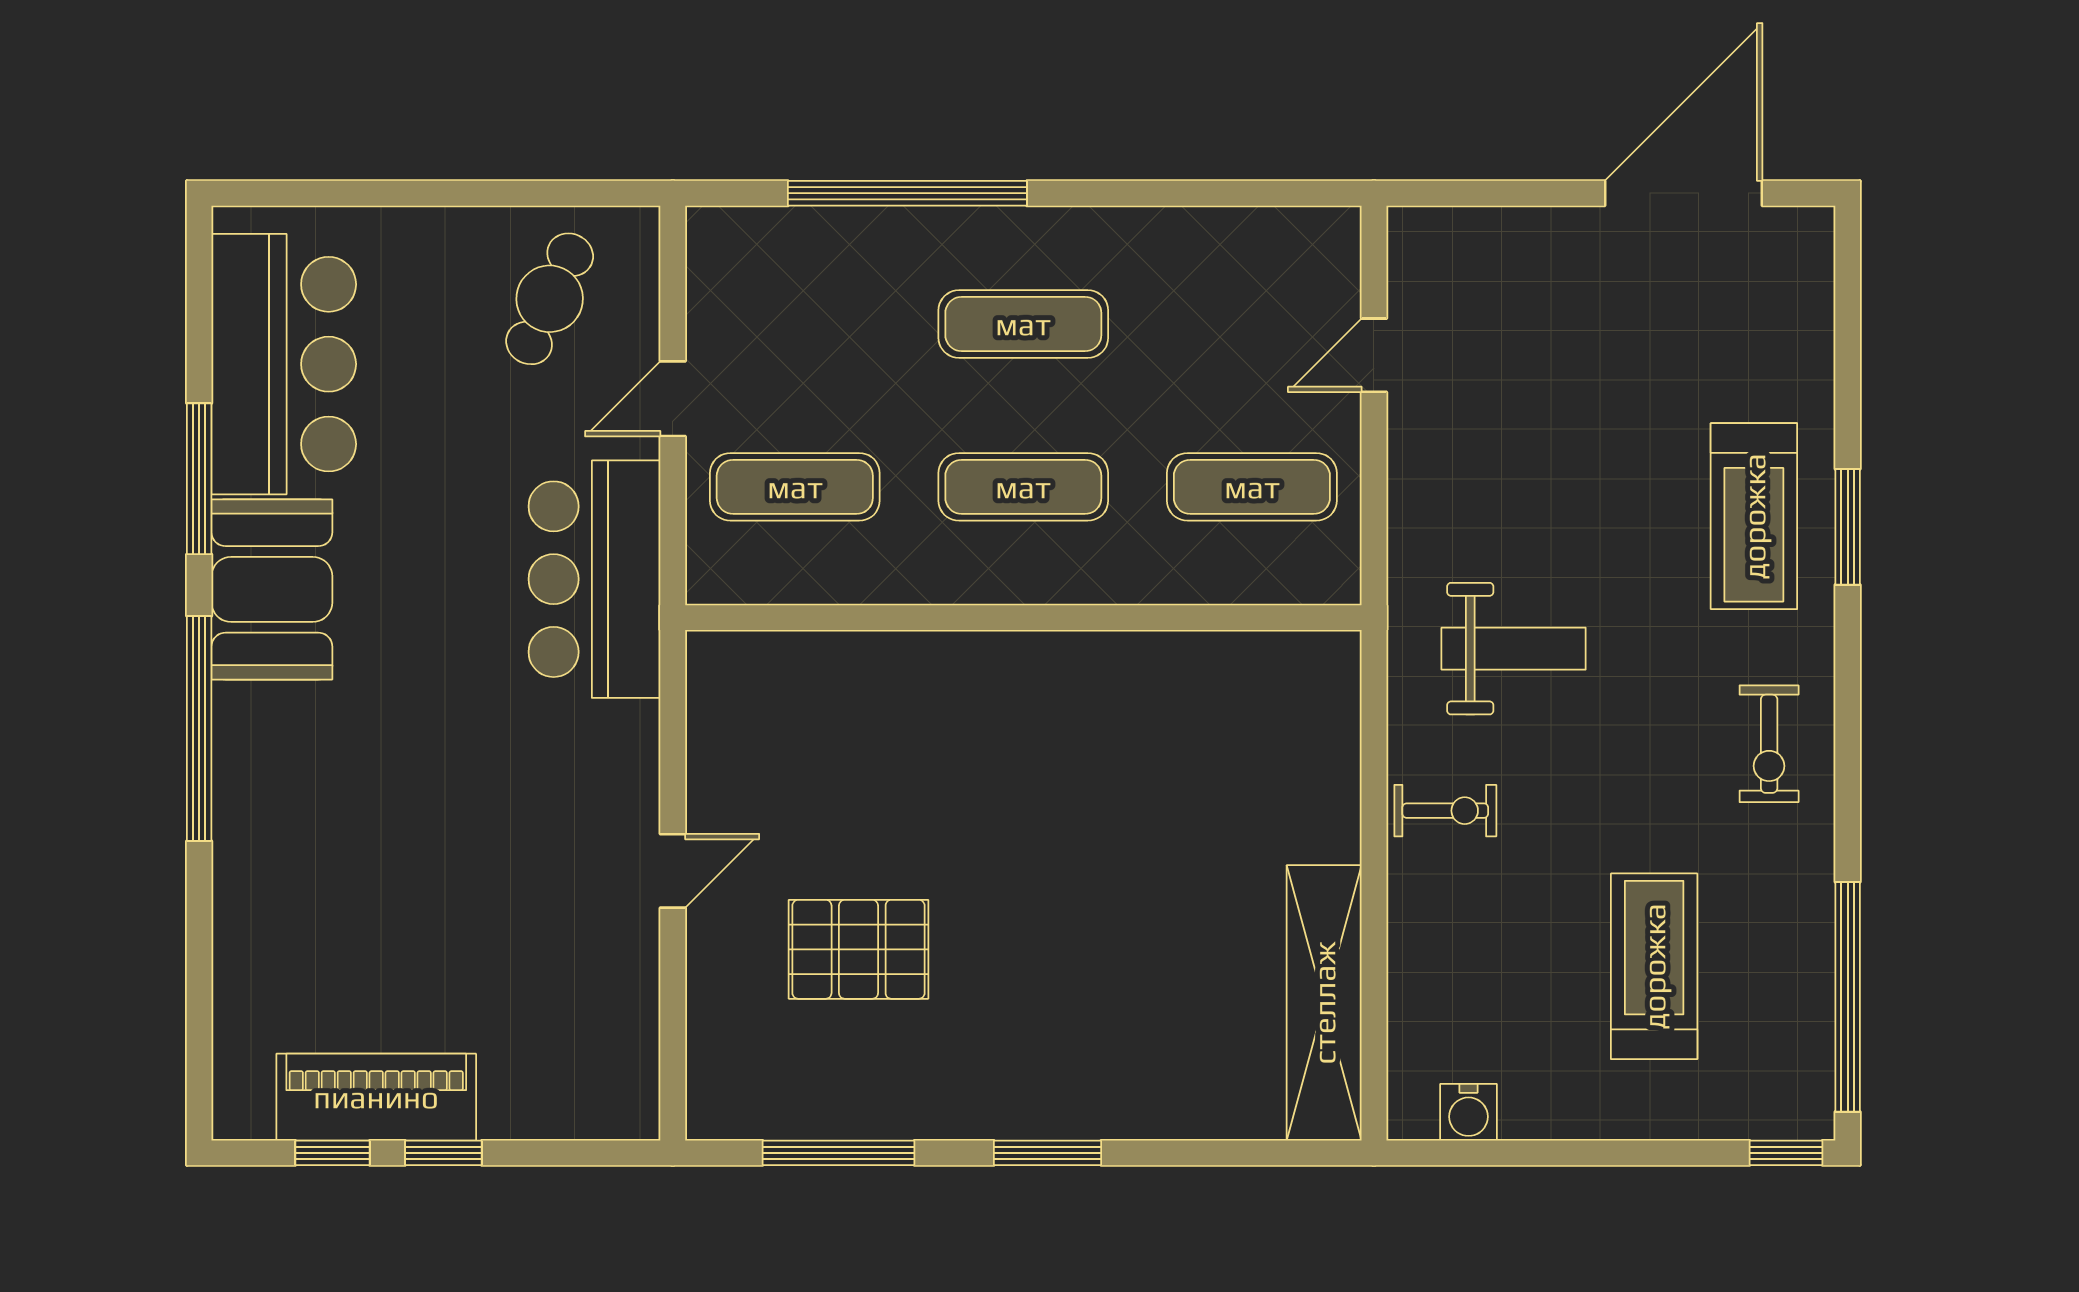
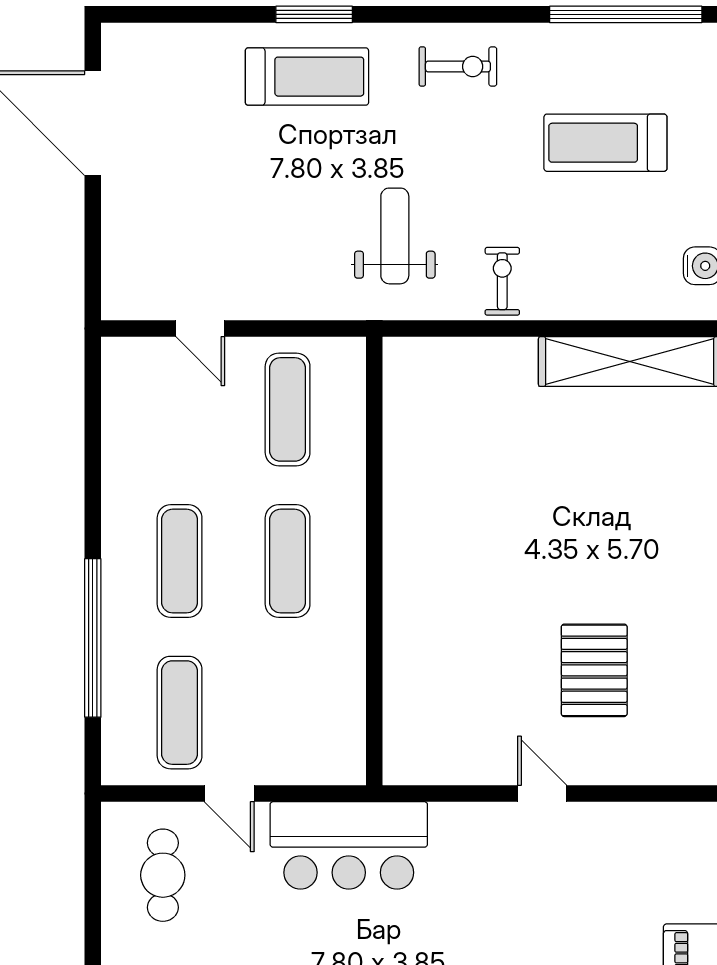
cafe table: (550, 299) -> (163, 875), turned 65
exercise mat: (795, 487) -> (180, 713), moved

